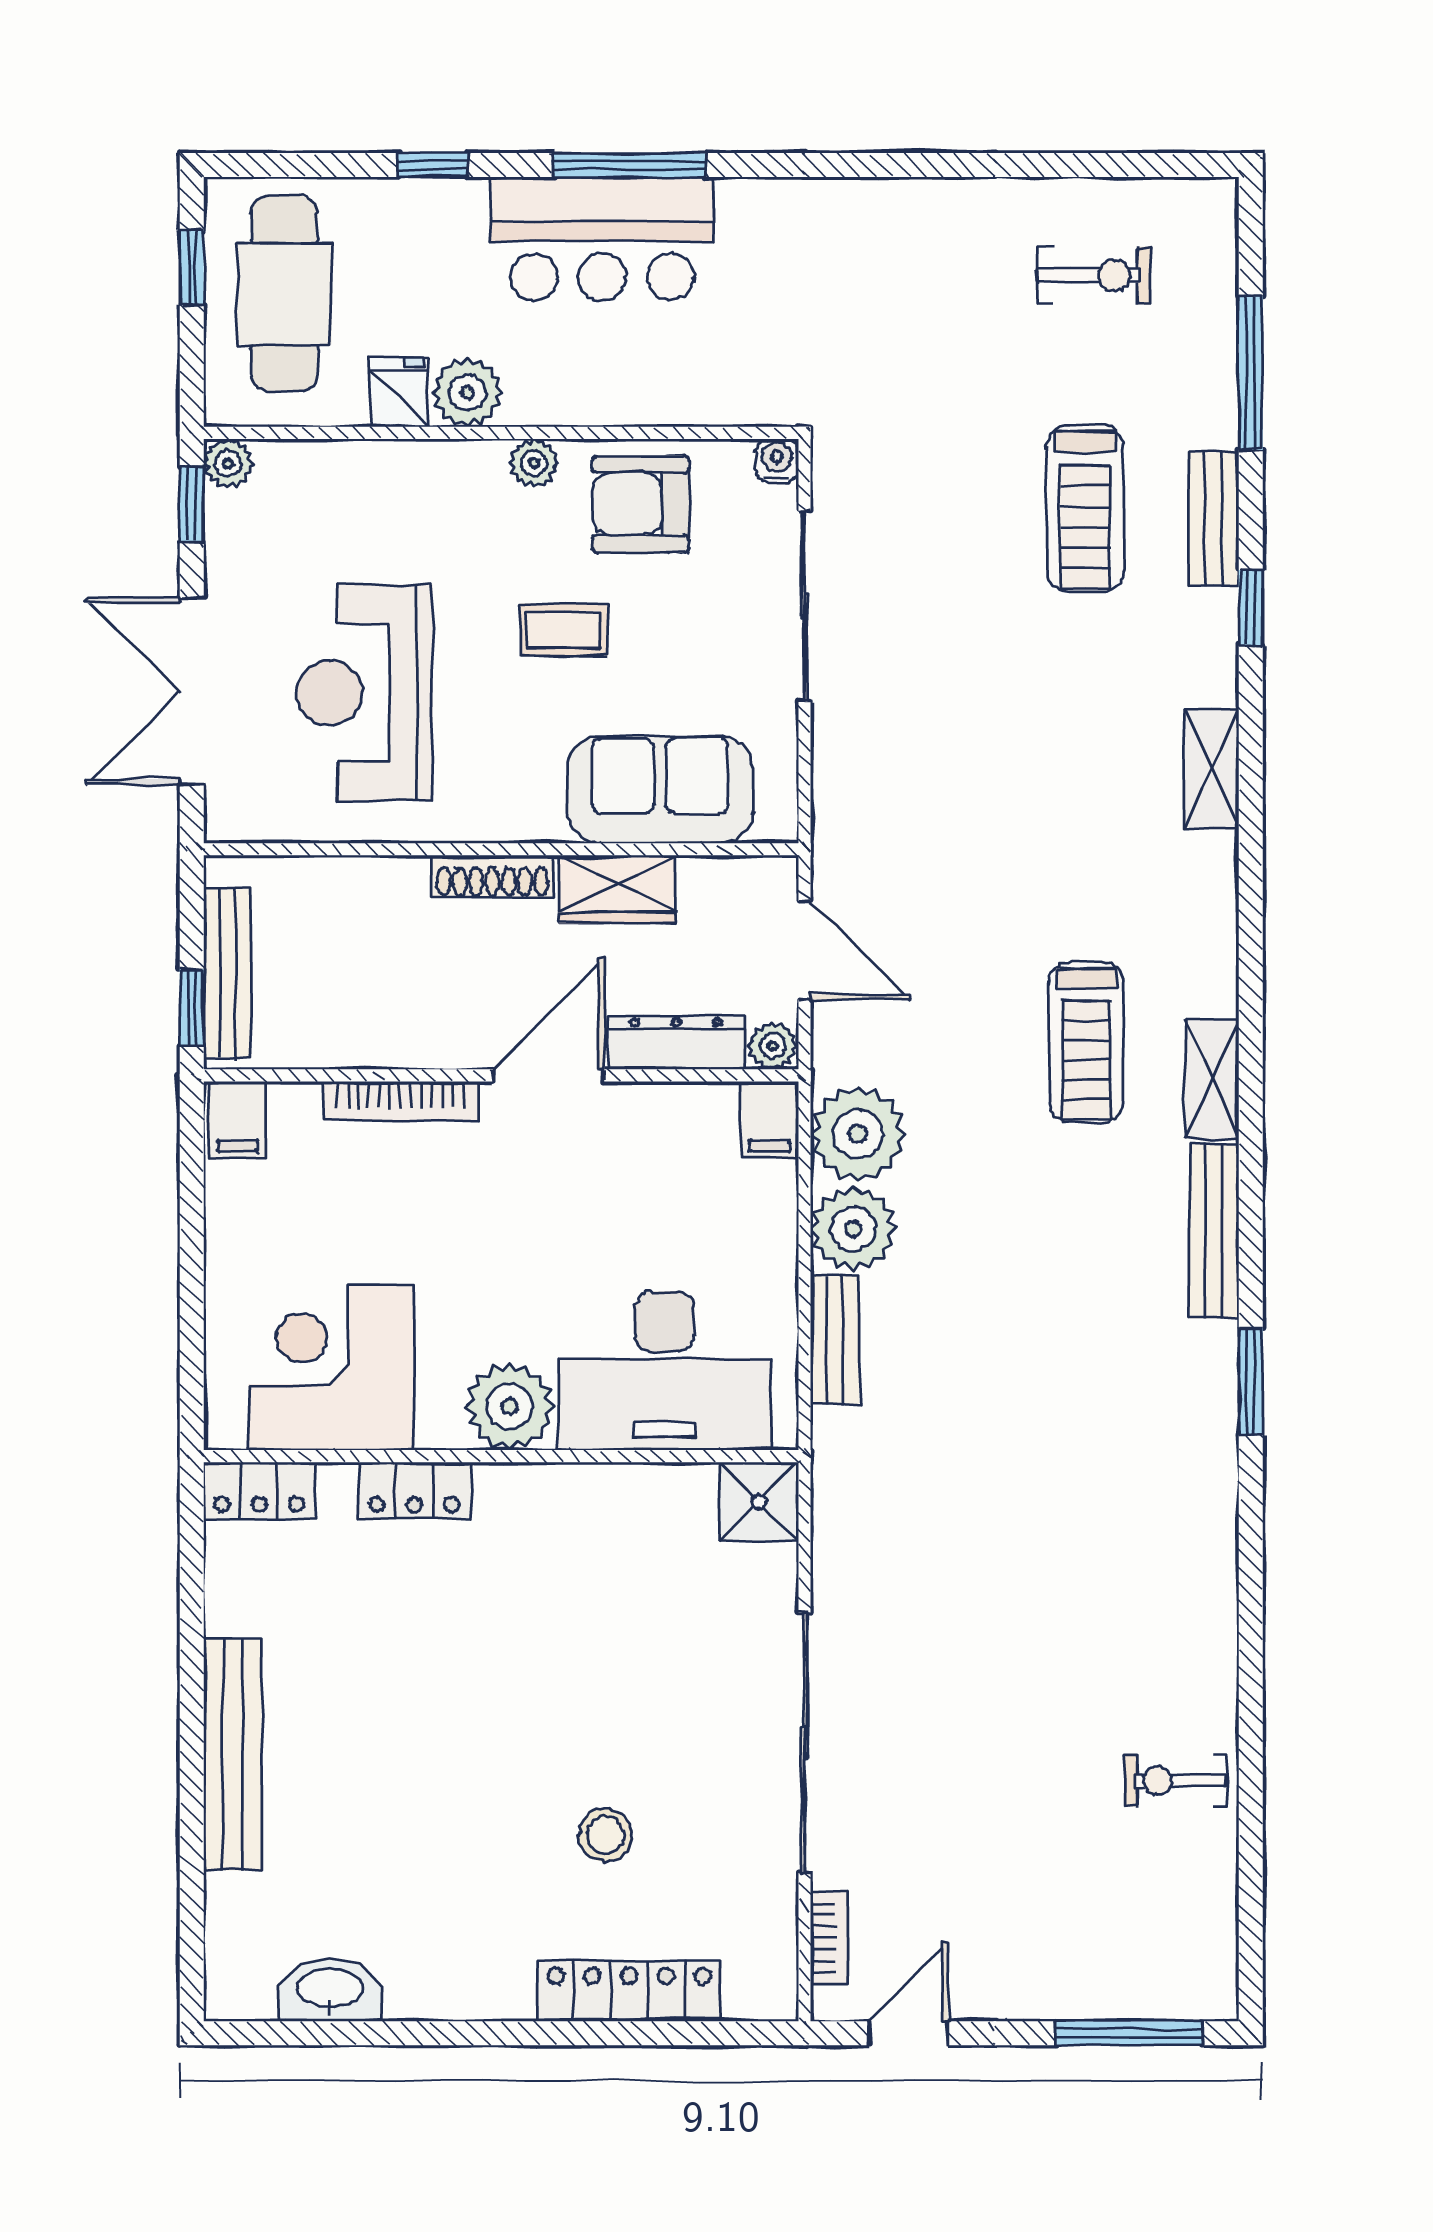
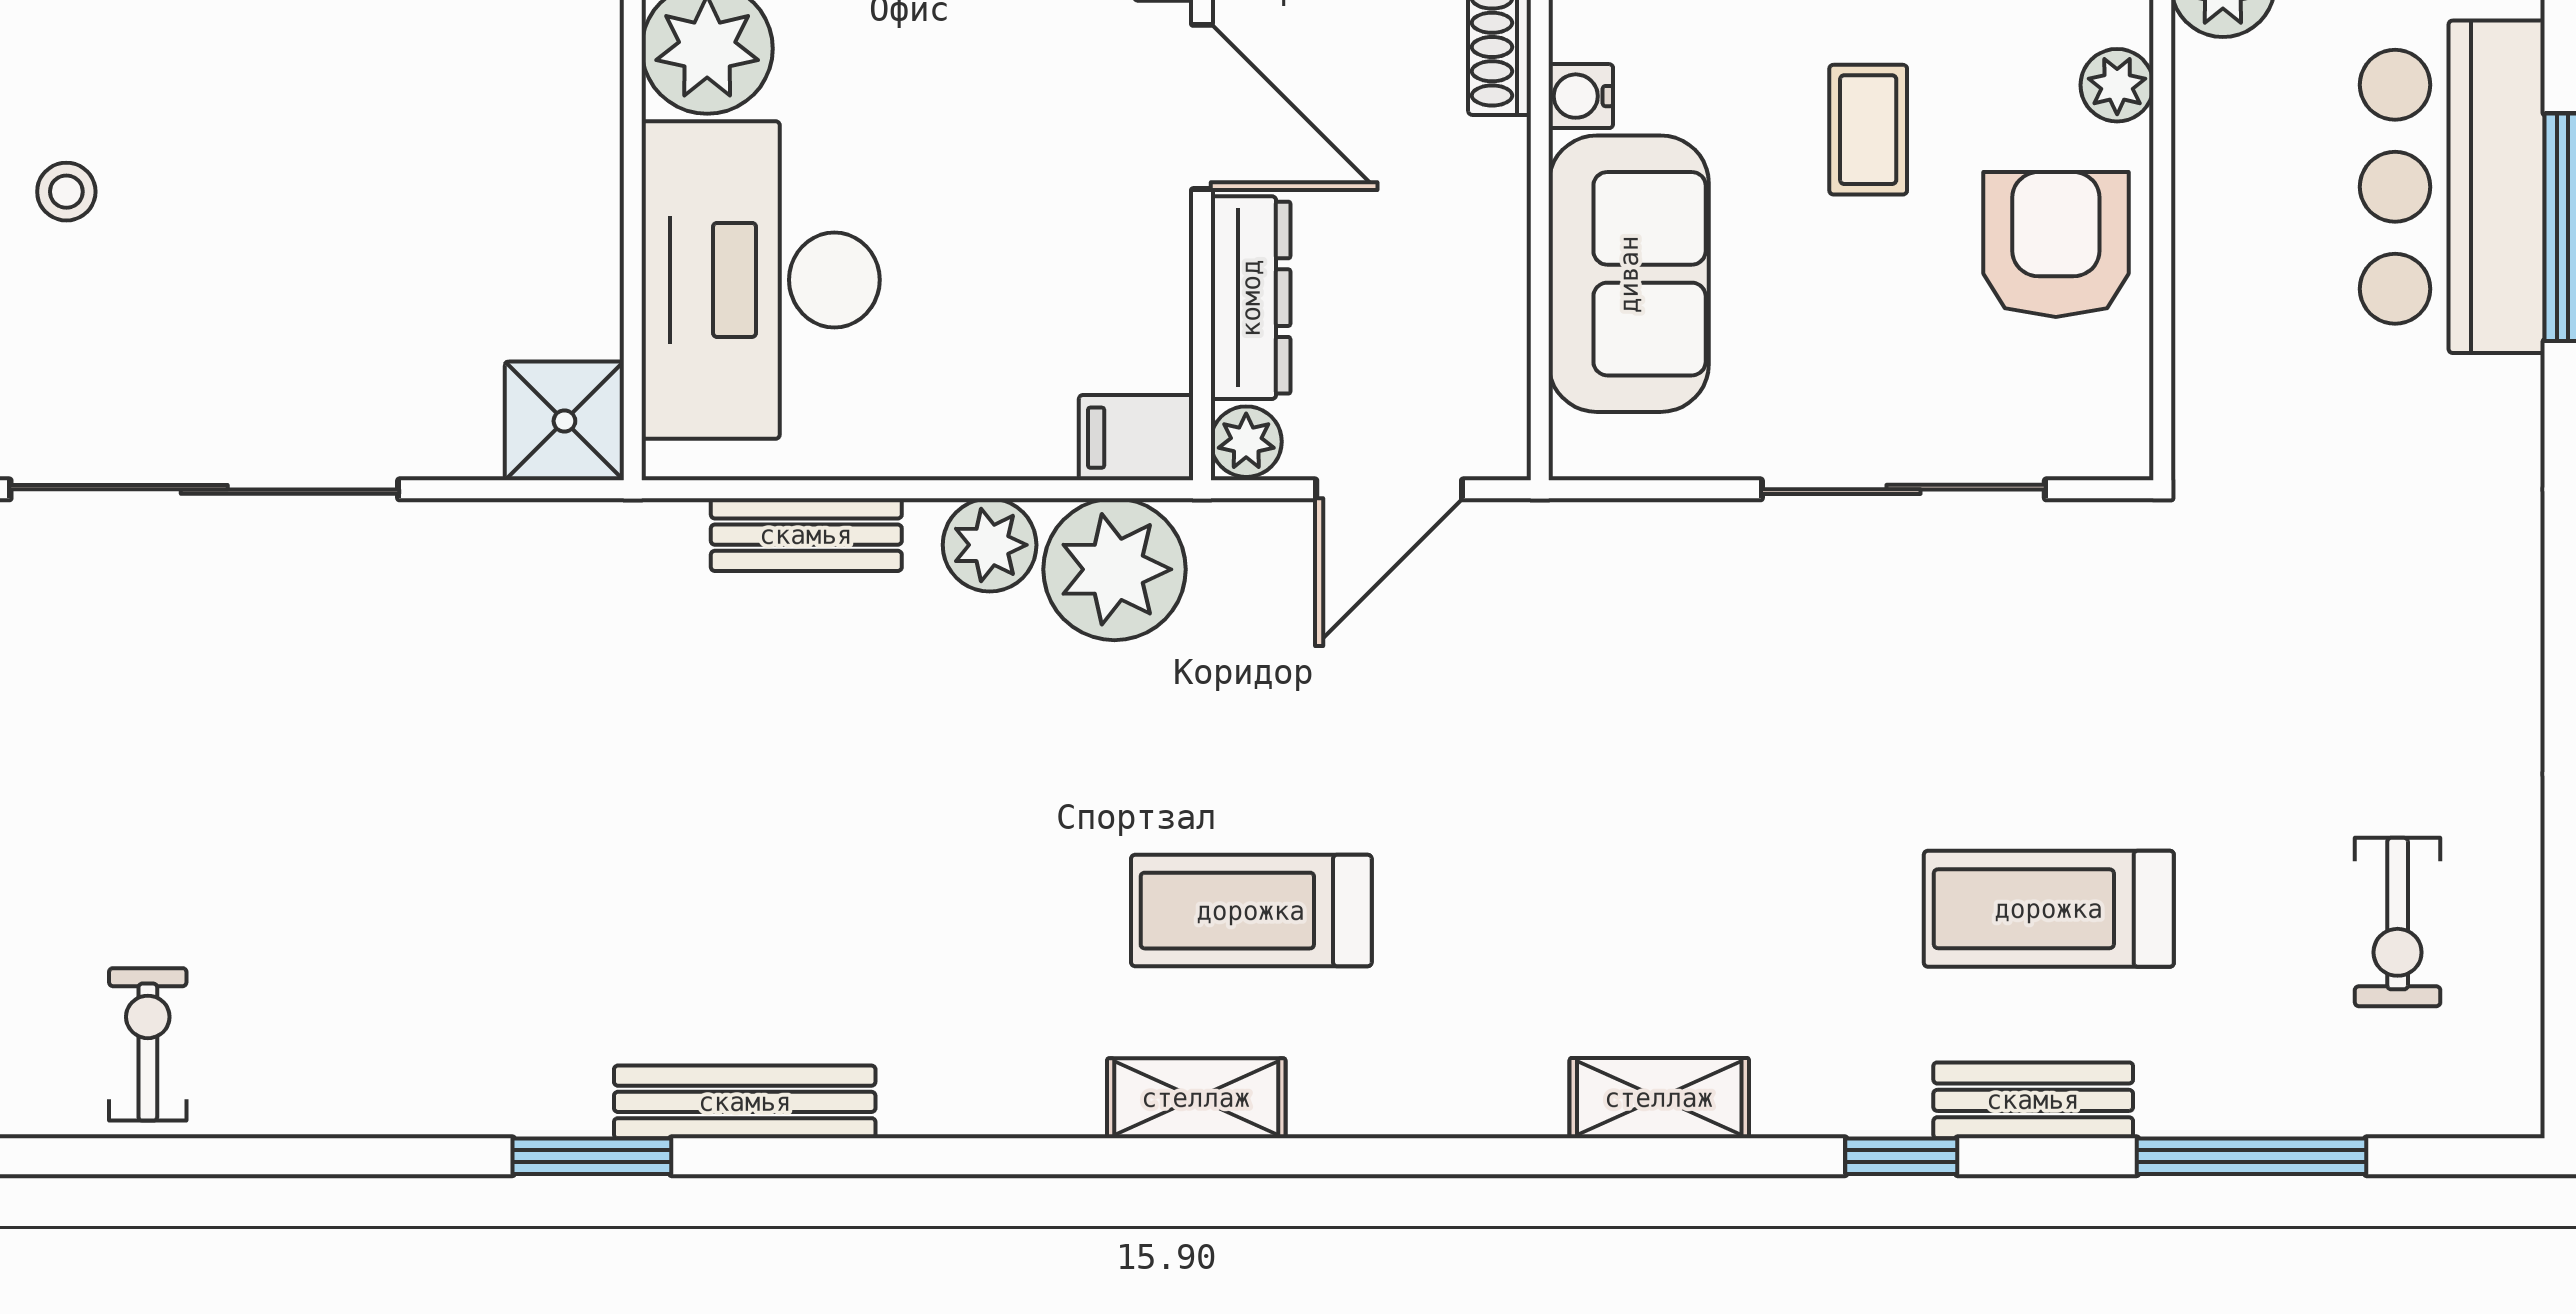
water cooler: (777, 460) -> (1581, 96), moved, turned 180
wardrobe: (617, 889) -> (1480, 210), removed
plant: (853, 1229) -> (990, 545), width x0.73, depth x0.73
bench: (1214, 1231) -> (745, 1102), moved
window: (1251, 1382) -> (592, 1156), moved
stool: (605, 1835) -> (66, 192), width x0.73, depth x0.73

